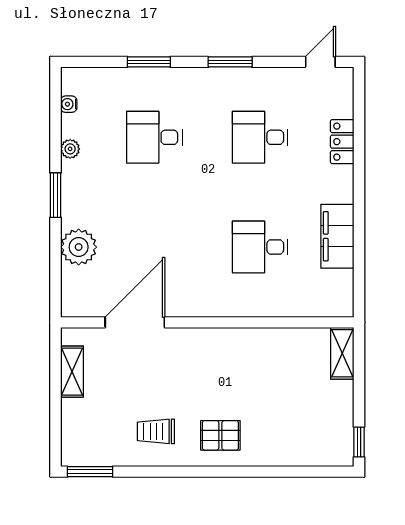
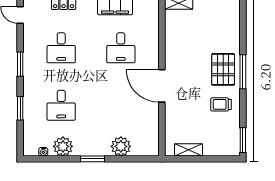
plant: (70, 149) -> (63, 146), width x1.87, depth x1.87
door: (135, 322) -> (162, 86), moved
trolley: (156, 431) -> (221, 104), turned 90
pallet: (220, 435) -> (223, 69), width x1.50, depth x1.42
window: (216, 472) -> (243, 72), added

